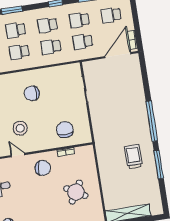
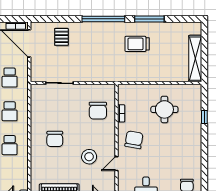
pallet: (129, 84) -> (61, 37), added
chair: (65, 130) -> (98, 111), turned -90
round table: (76, 192) -> (164, 109), turned -30

